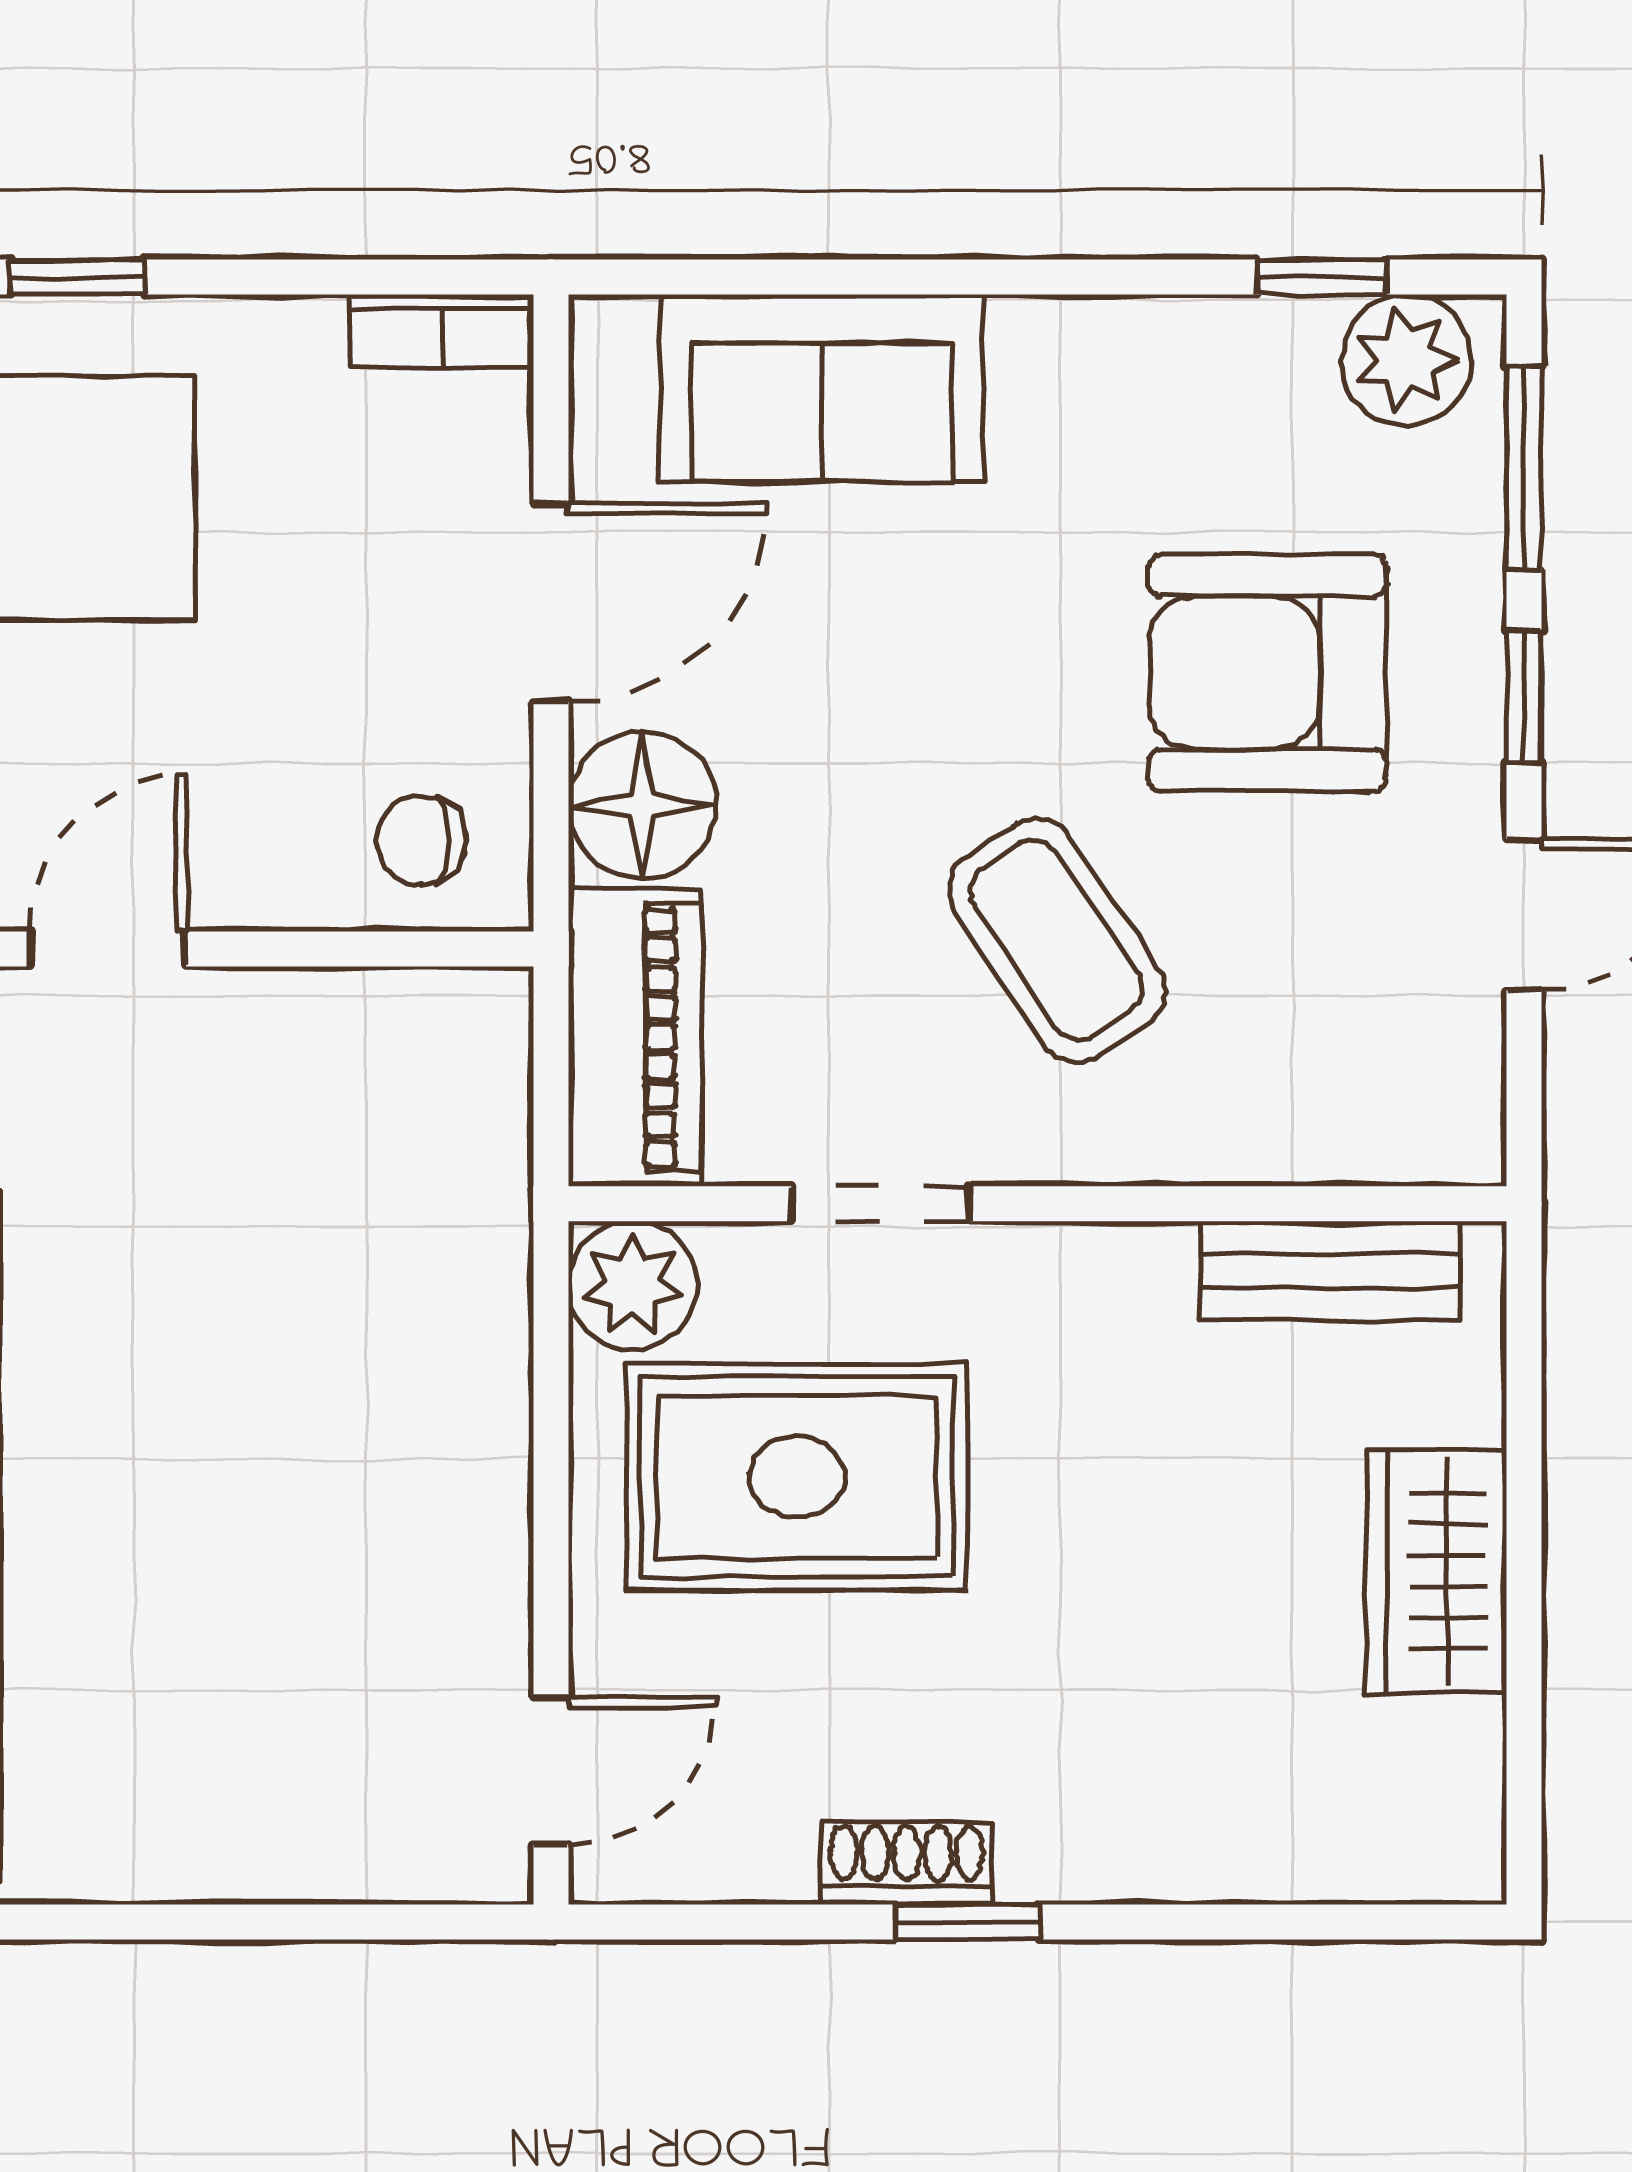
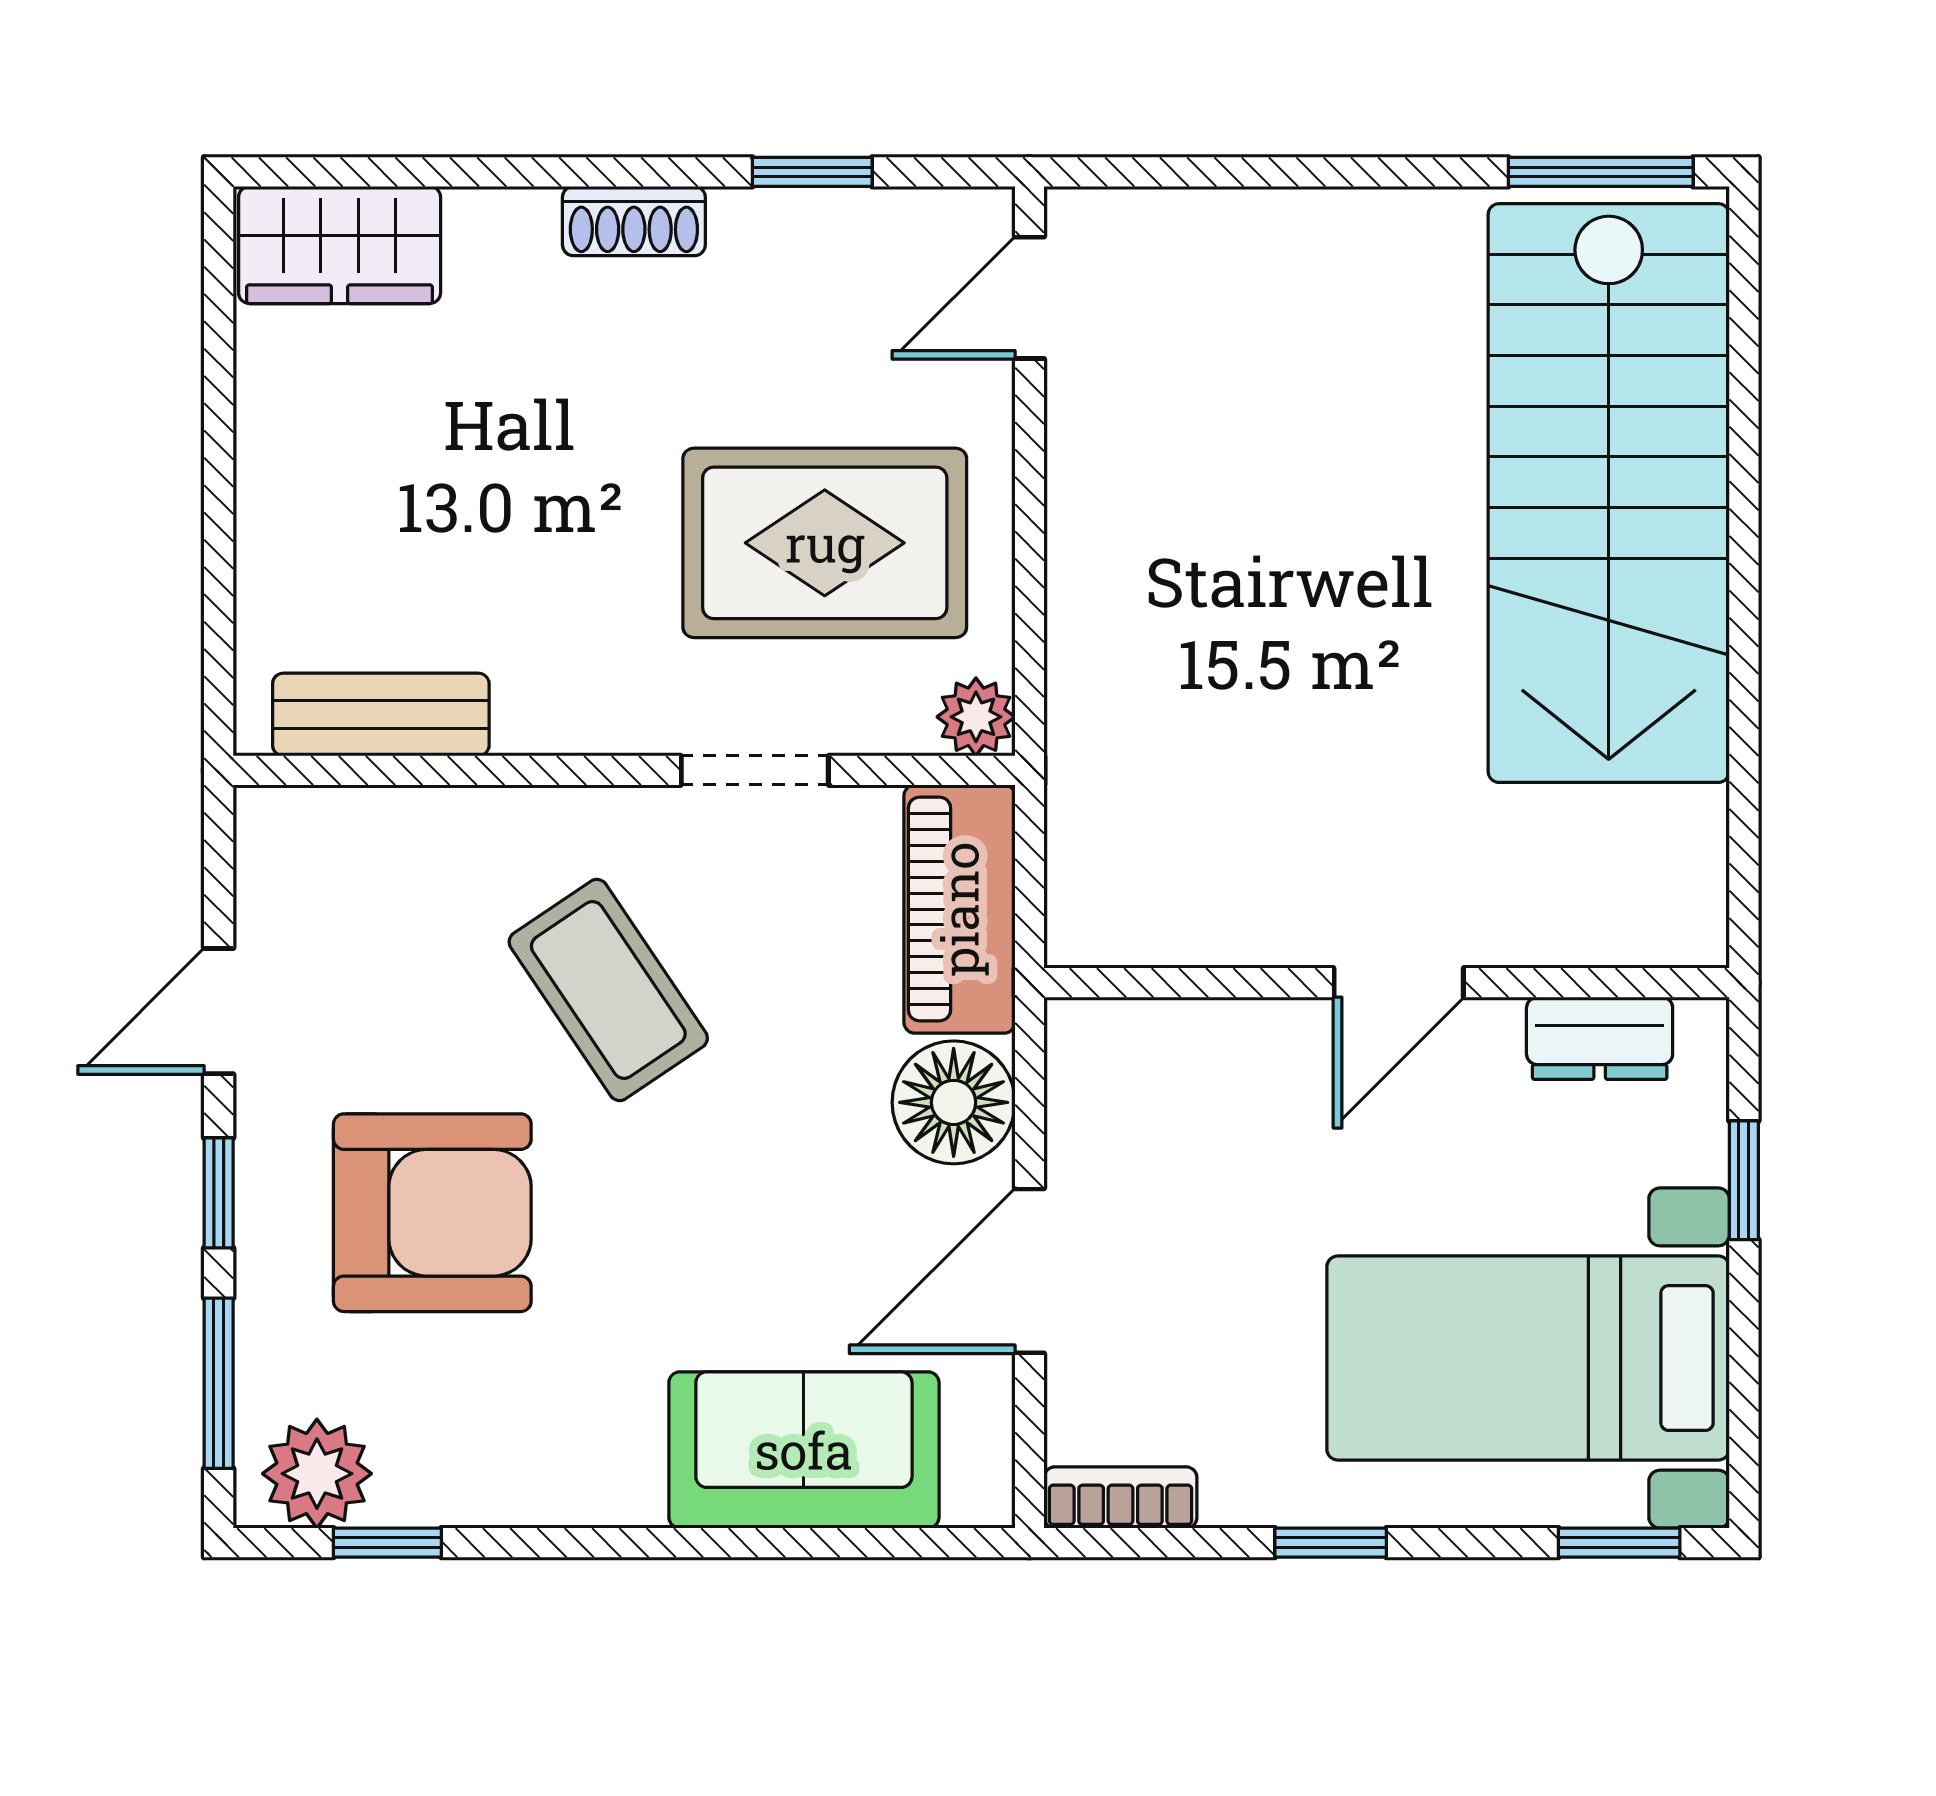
window: (77, 277) -> (1331, 1543), moved
chair: (421, 840) -> (1138, 1073), removed
plant: (633, 1286) -> (976, 717), width x0.73, depth x0.73
wardrobe: (1436, 1571) -> (340, 245), moved, turned 90
shoe rack: (907, 1863) -> (634, 221), moved
window: (967, 1922) -> (812, 172), moved

